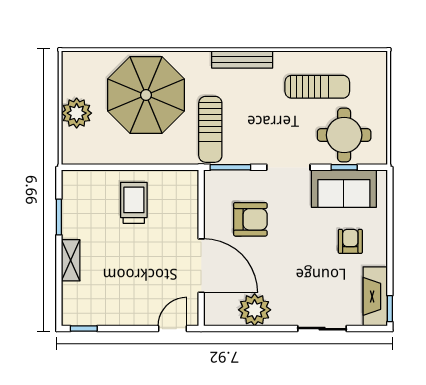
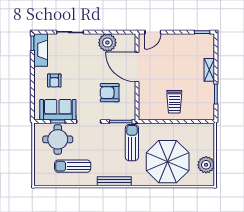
plant: (77, 113) -> (206, 165), moved

